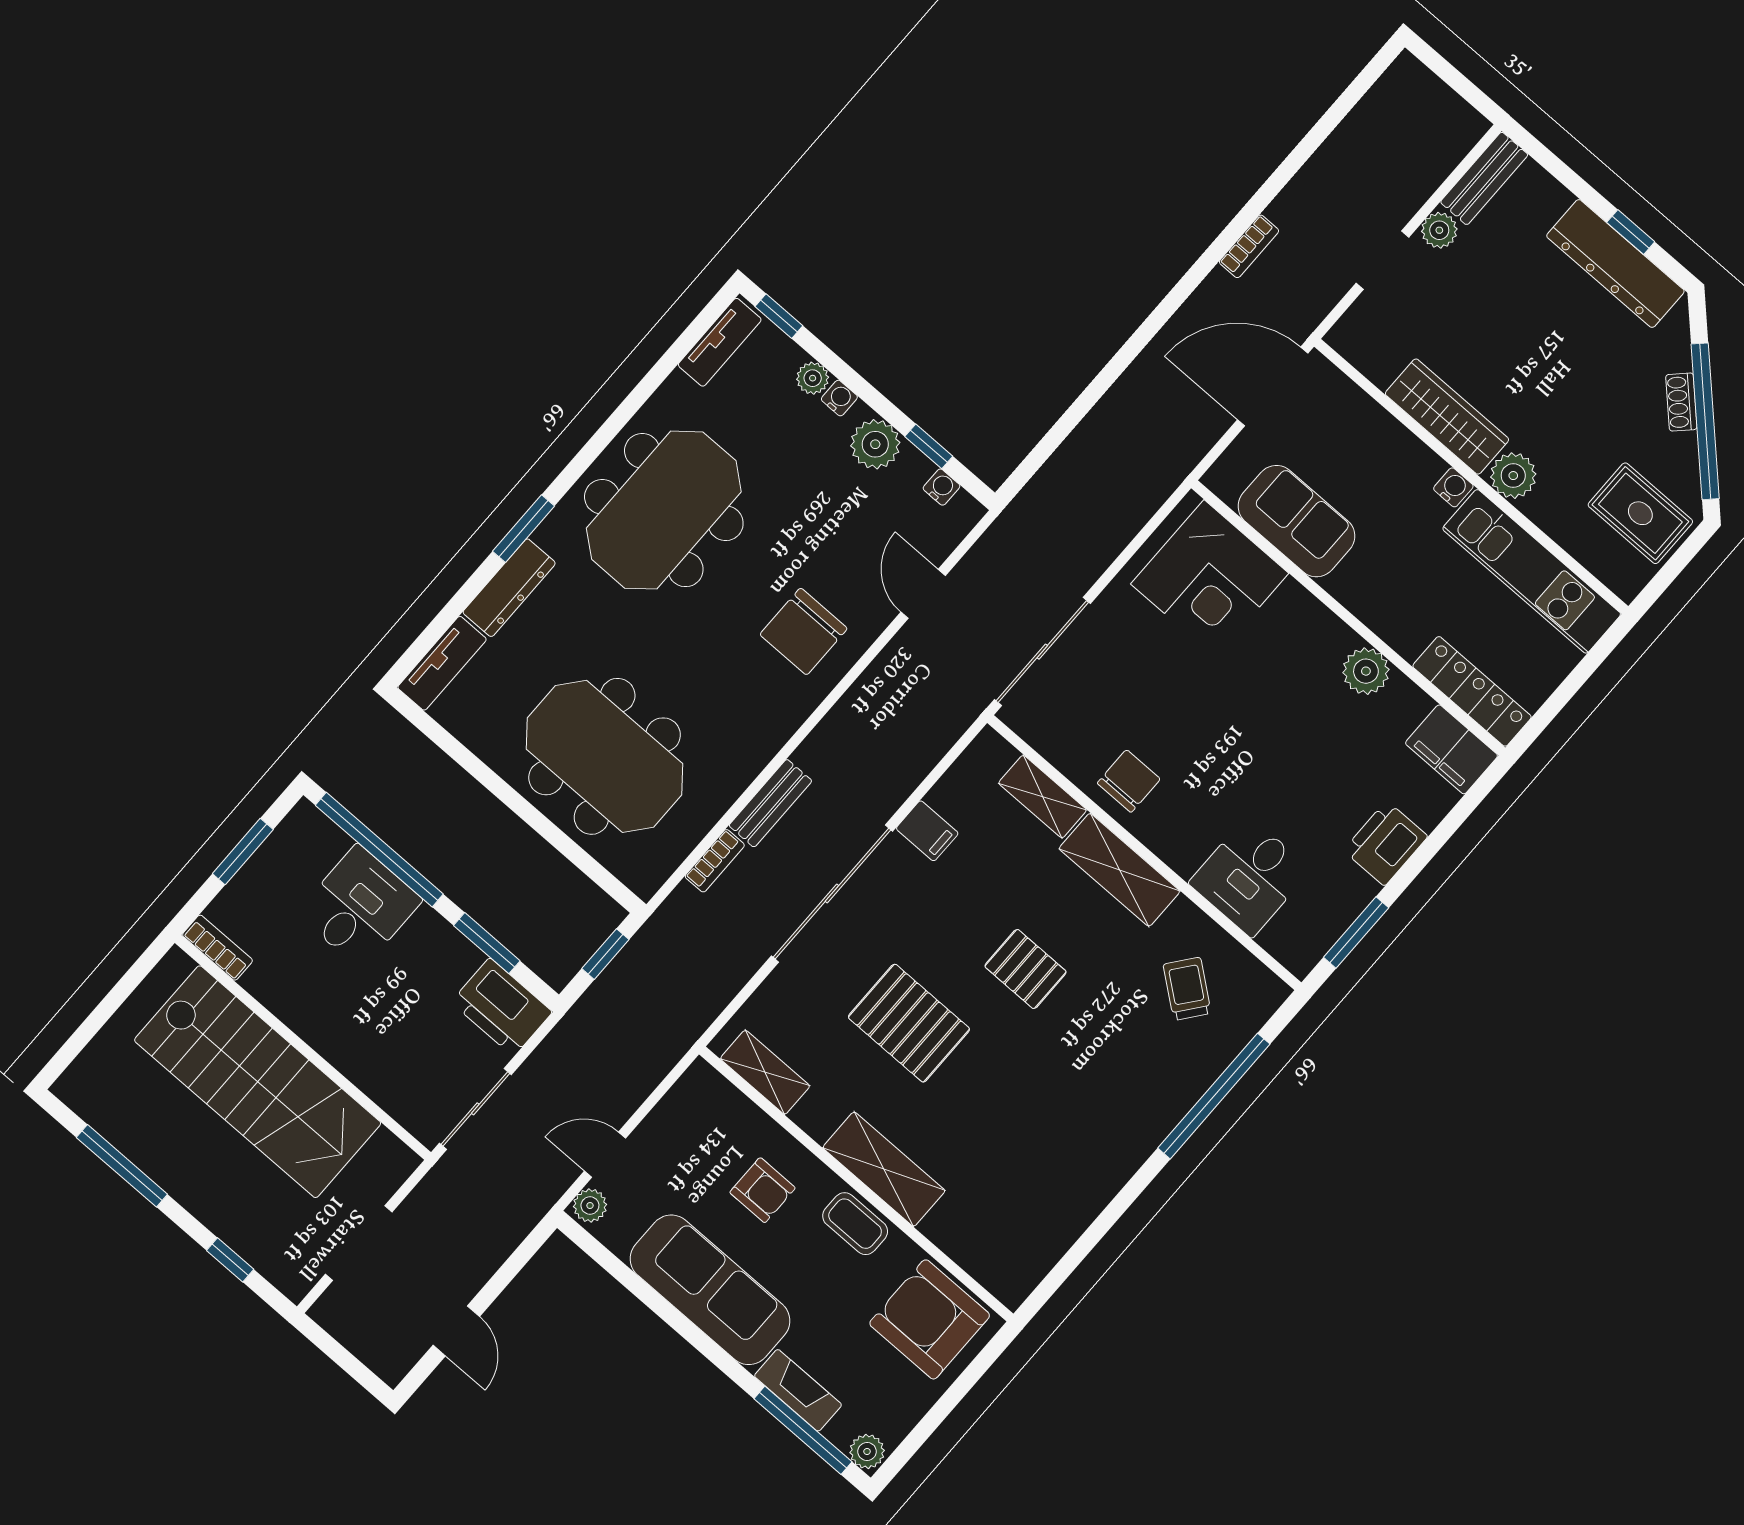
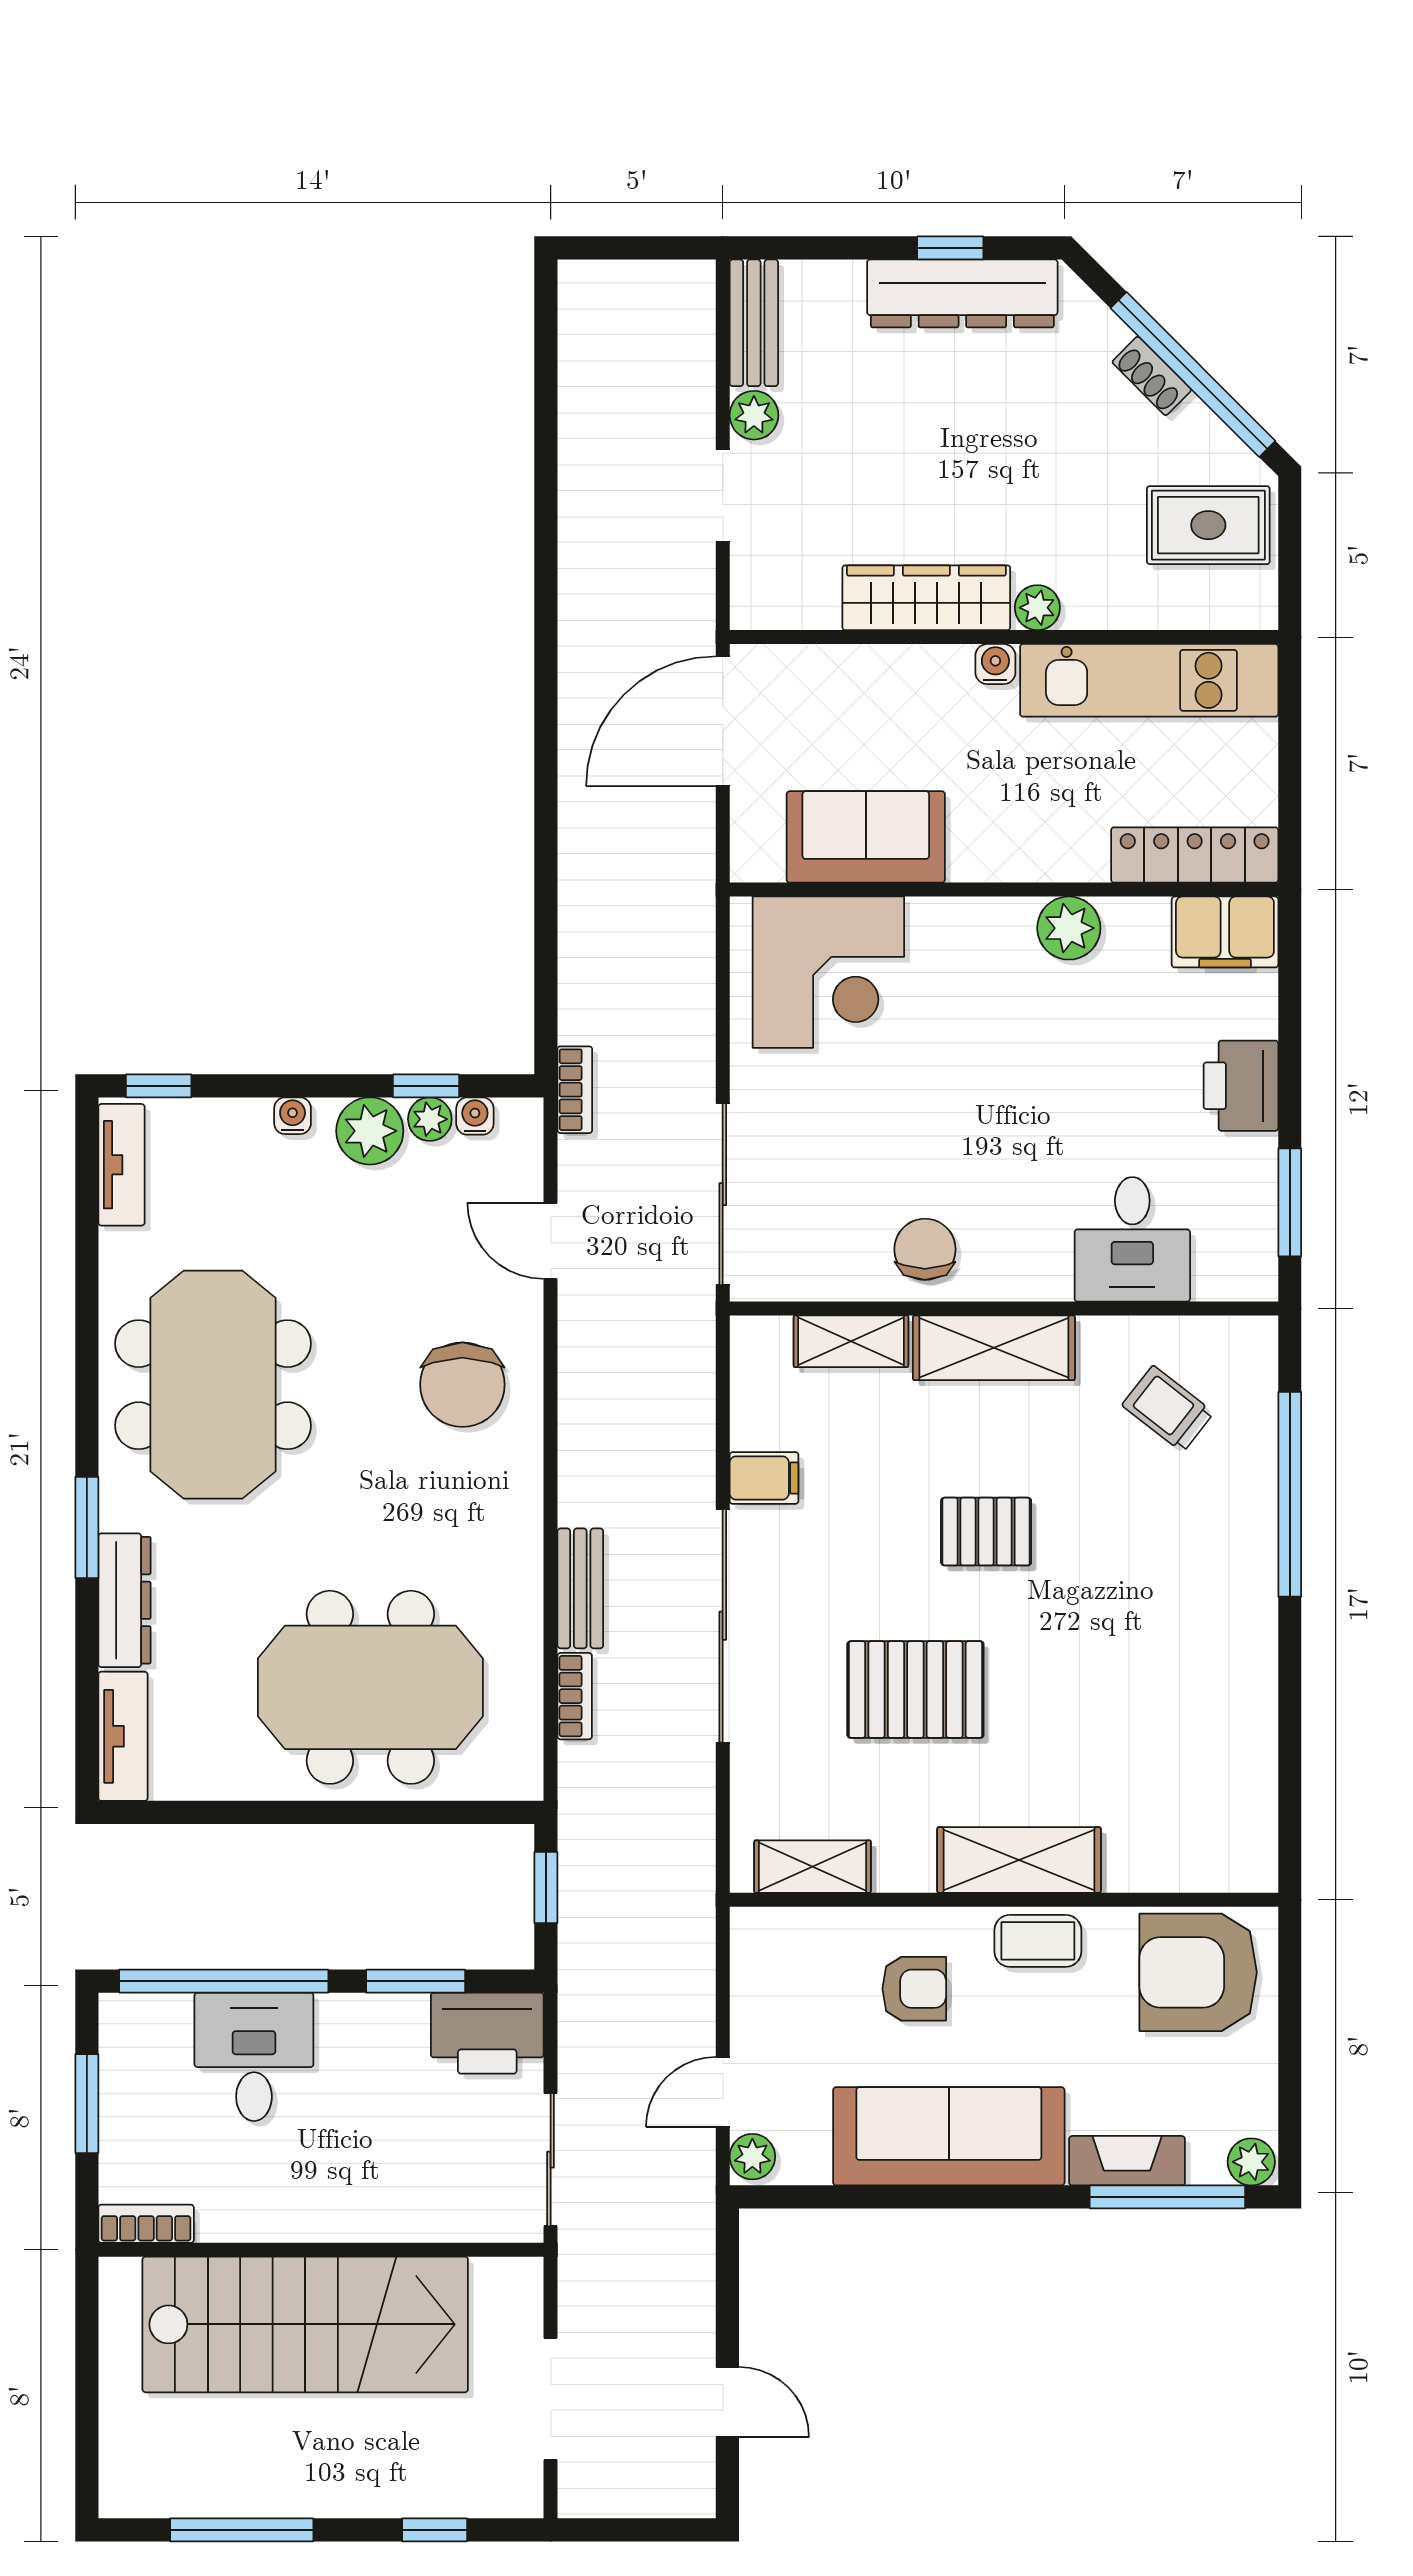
bookcase: (1249, 246) -> (575, 1090), moved
plant: (813, 378) -> (430, 1119), moved
plant: (1513, 476) -> (1037, 608), width x0.73, depth x0.73

